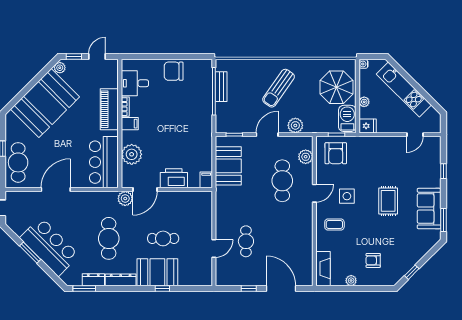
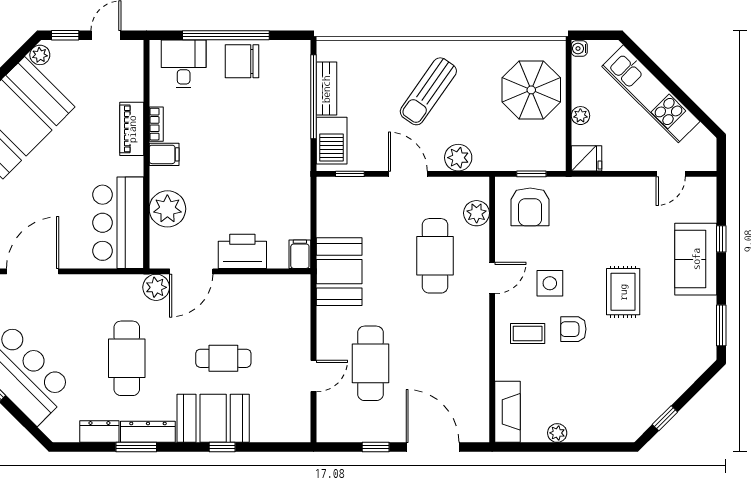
window: (164, 57) -> (226, 35), added
desk: (135, 83) -> (184, 64), moved, turned 90
piano: (109, 109) -> (132, 129), width x0.73, depth x0.75
barbecue: (347, 118) -> (332, 141), moved, turned 180
door: (267, 135) -> (408, 174), hinge flipped
booth: (228, 166) -> (339, 272), moved
sofa: (429, 209) -> (696, 259), moved
cafe table: (246, 241) -> (370, 363), width x1.37, depth x1.35
armchair: (373, 260) -> (573, 329), moved
window: (84, 288) -> (136, 447), moved

